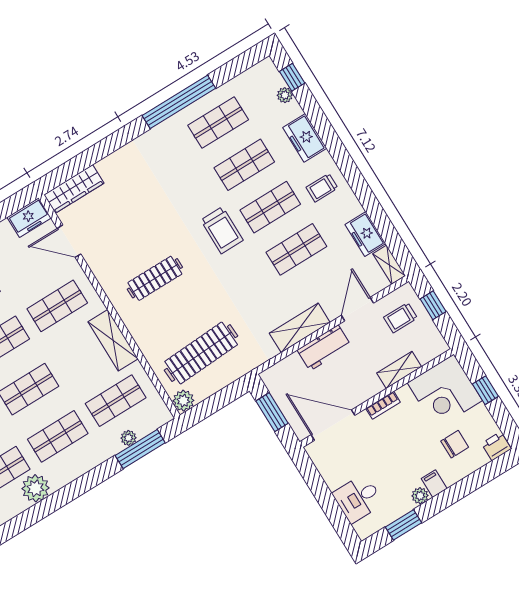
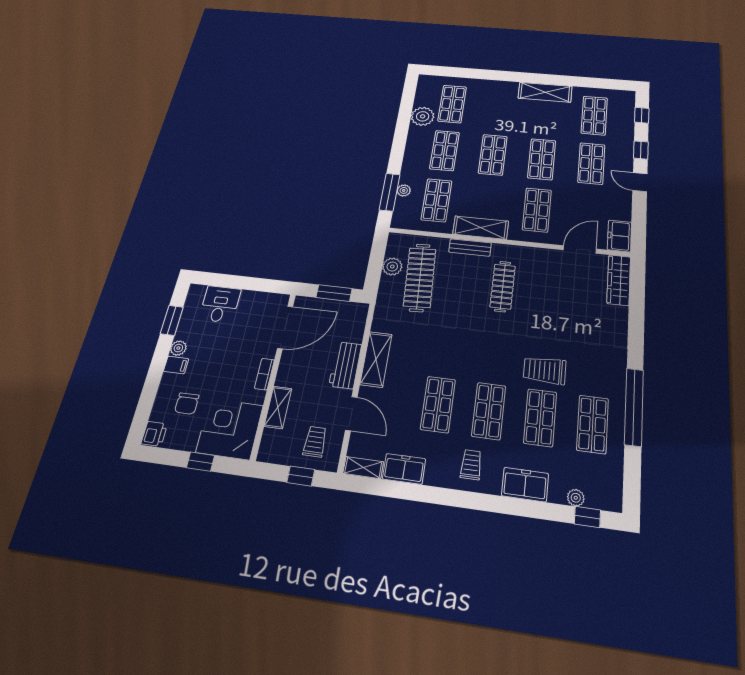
trolley: (222, 230) -> (545, 370), moved
bench: (140, 334) -> (470, 247), added
plant: (183, 401) -> (392, 267), moved

